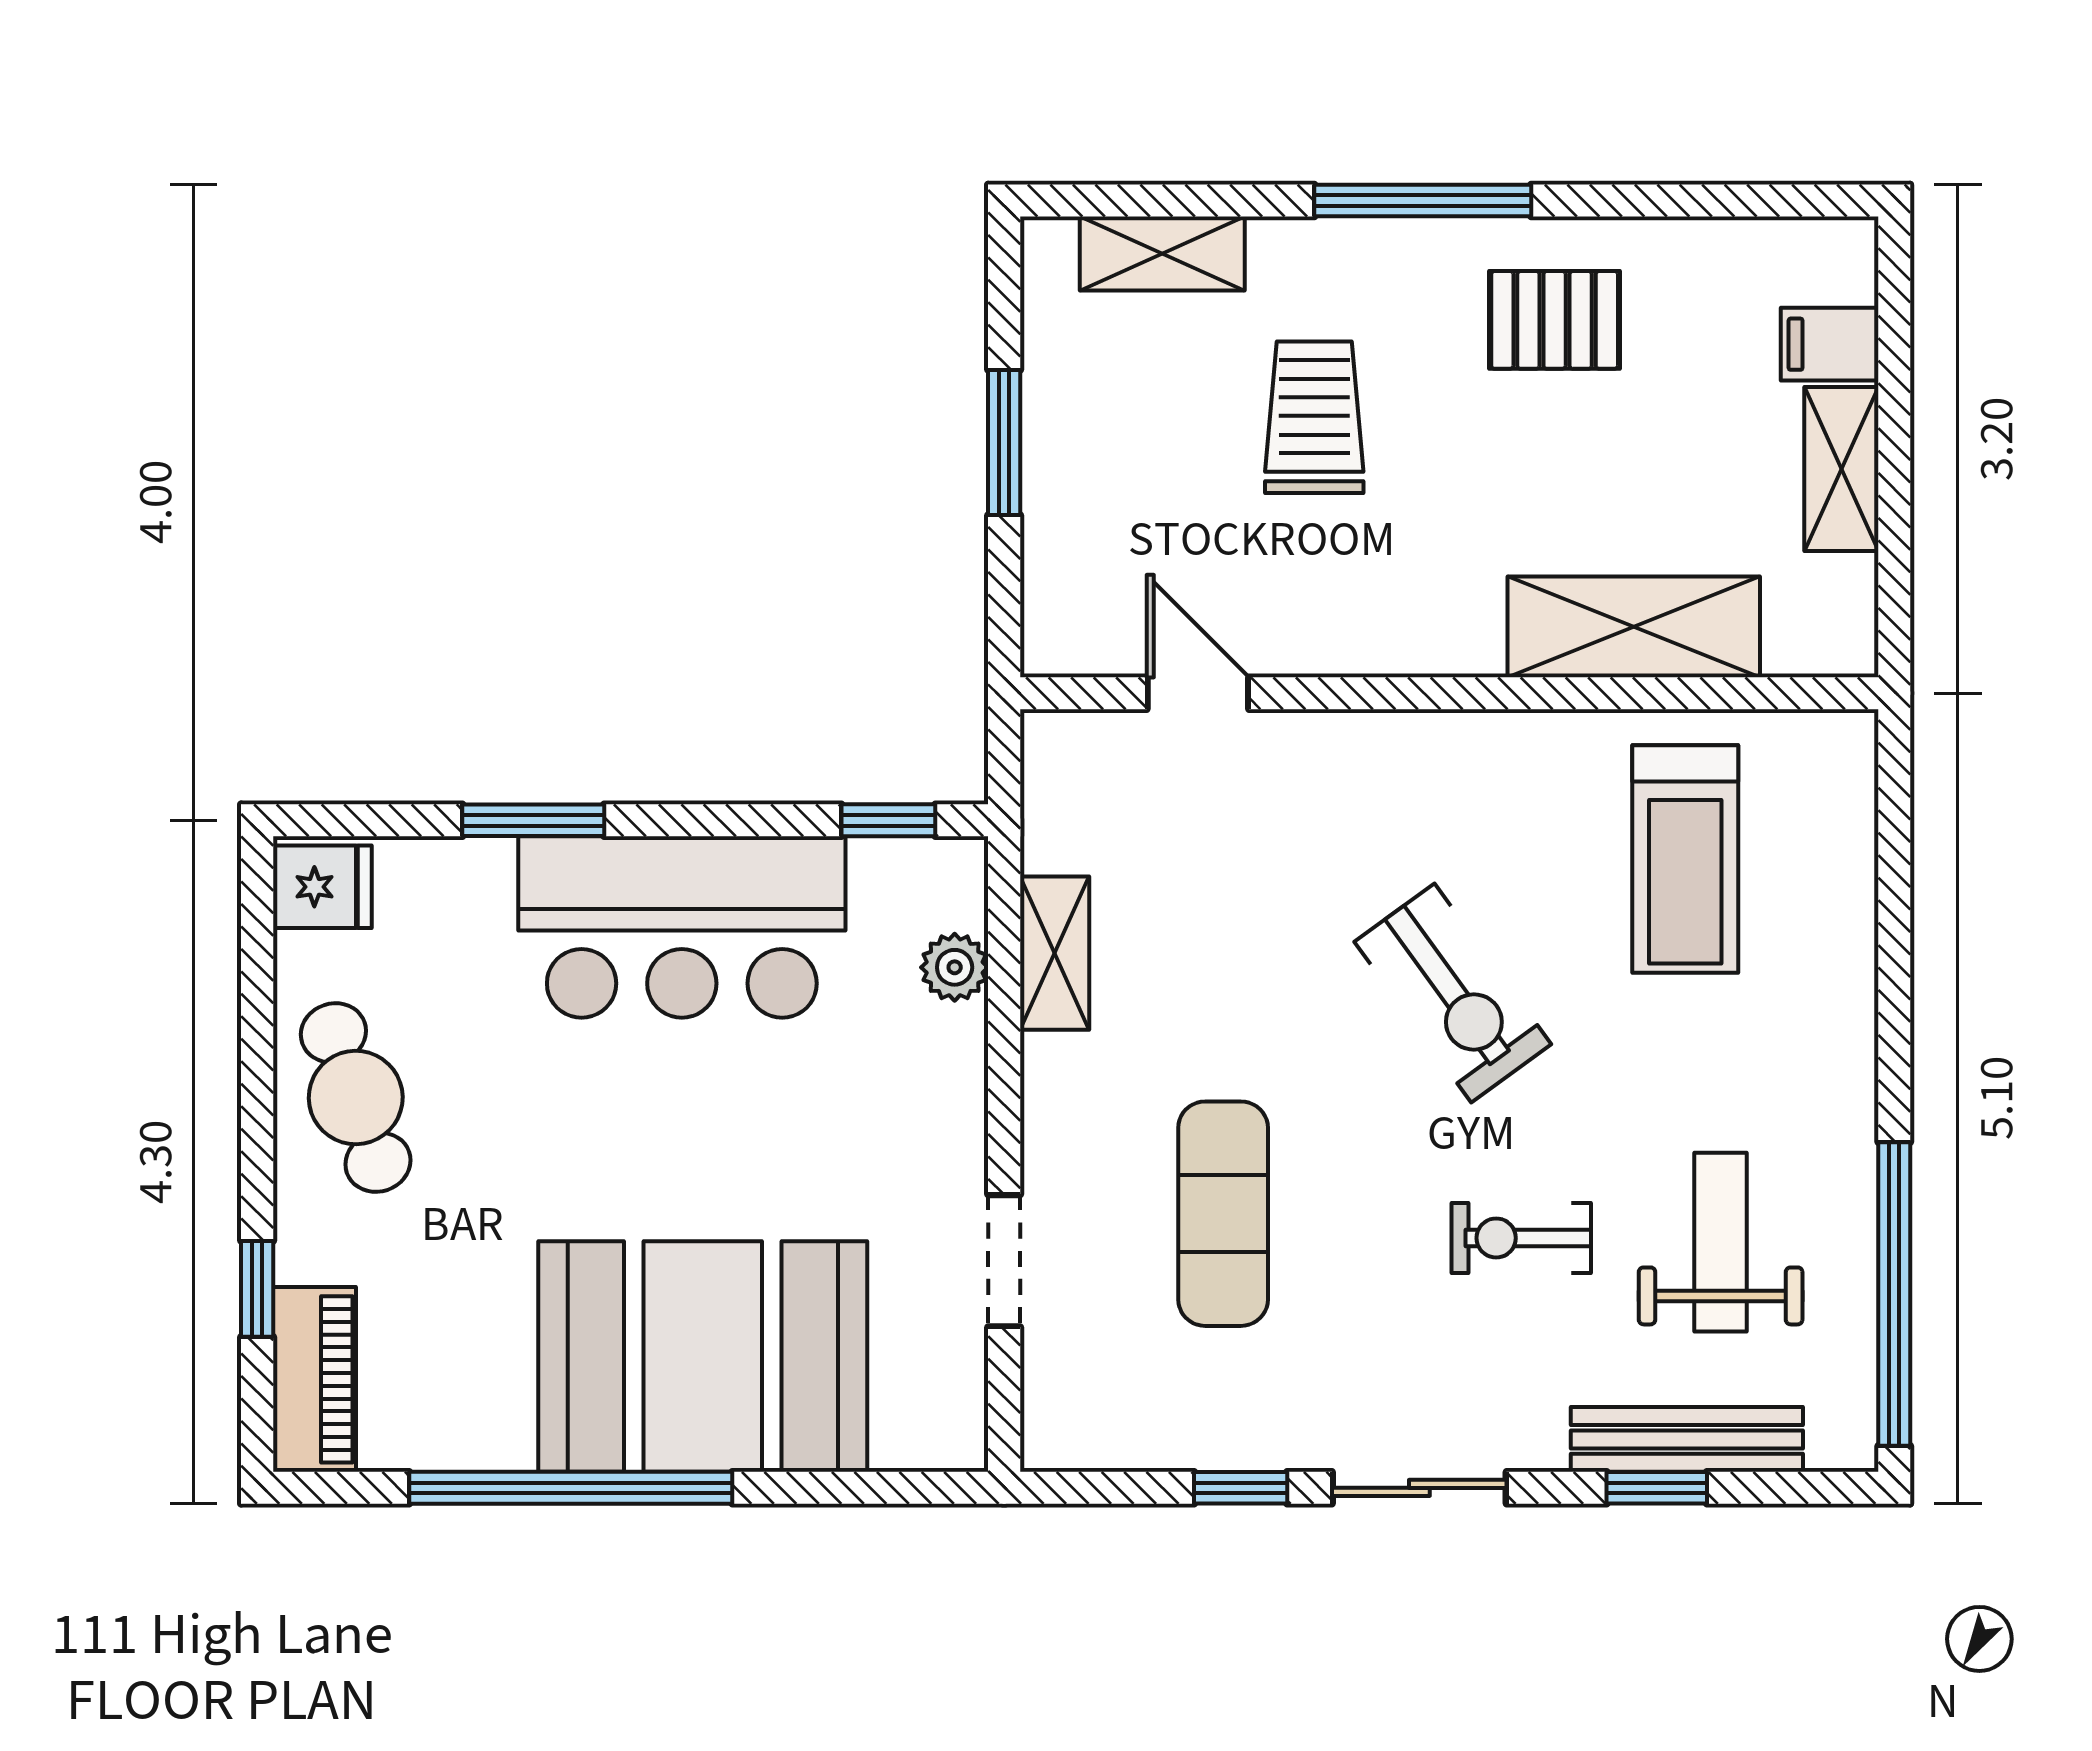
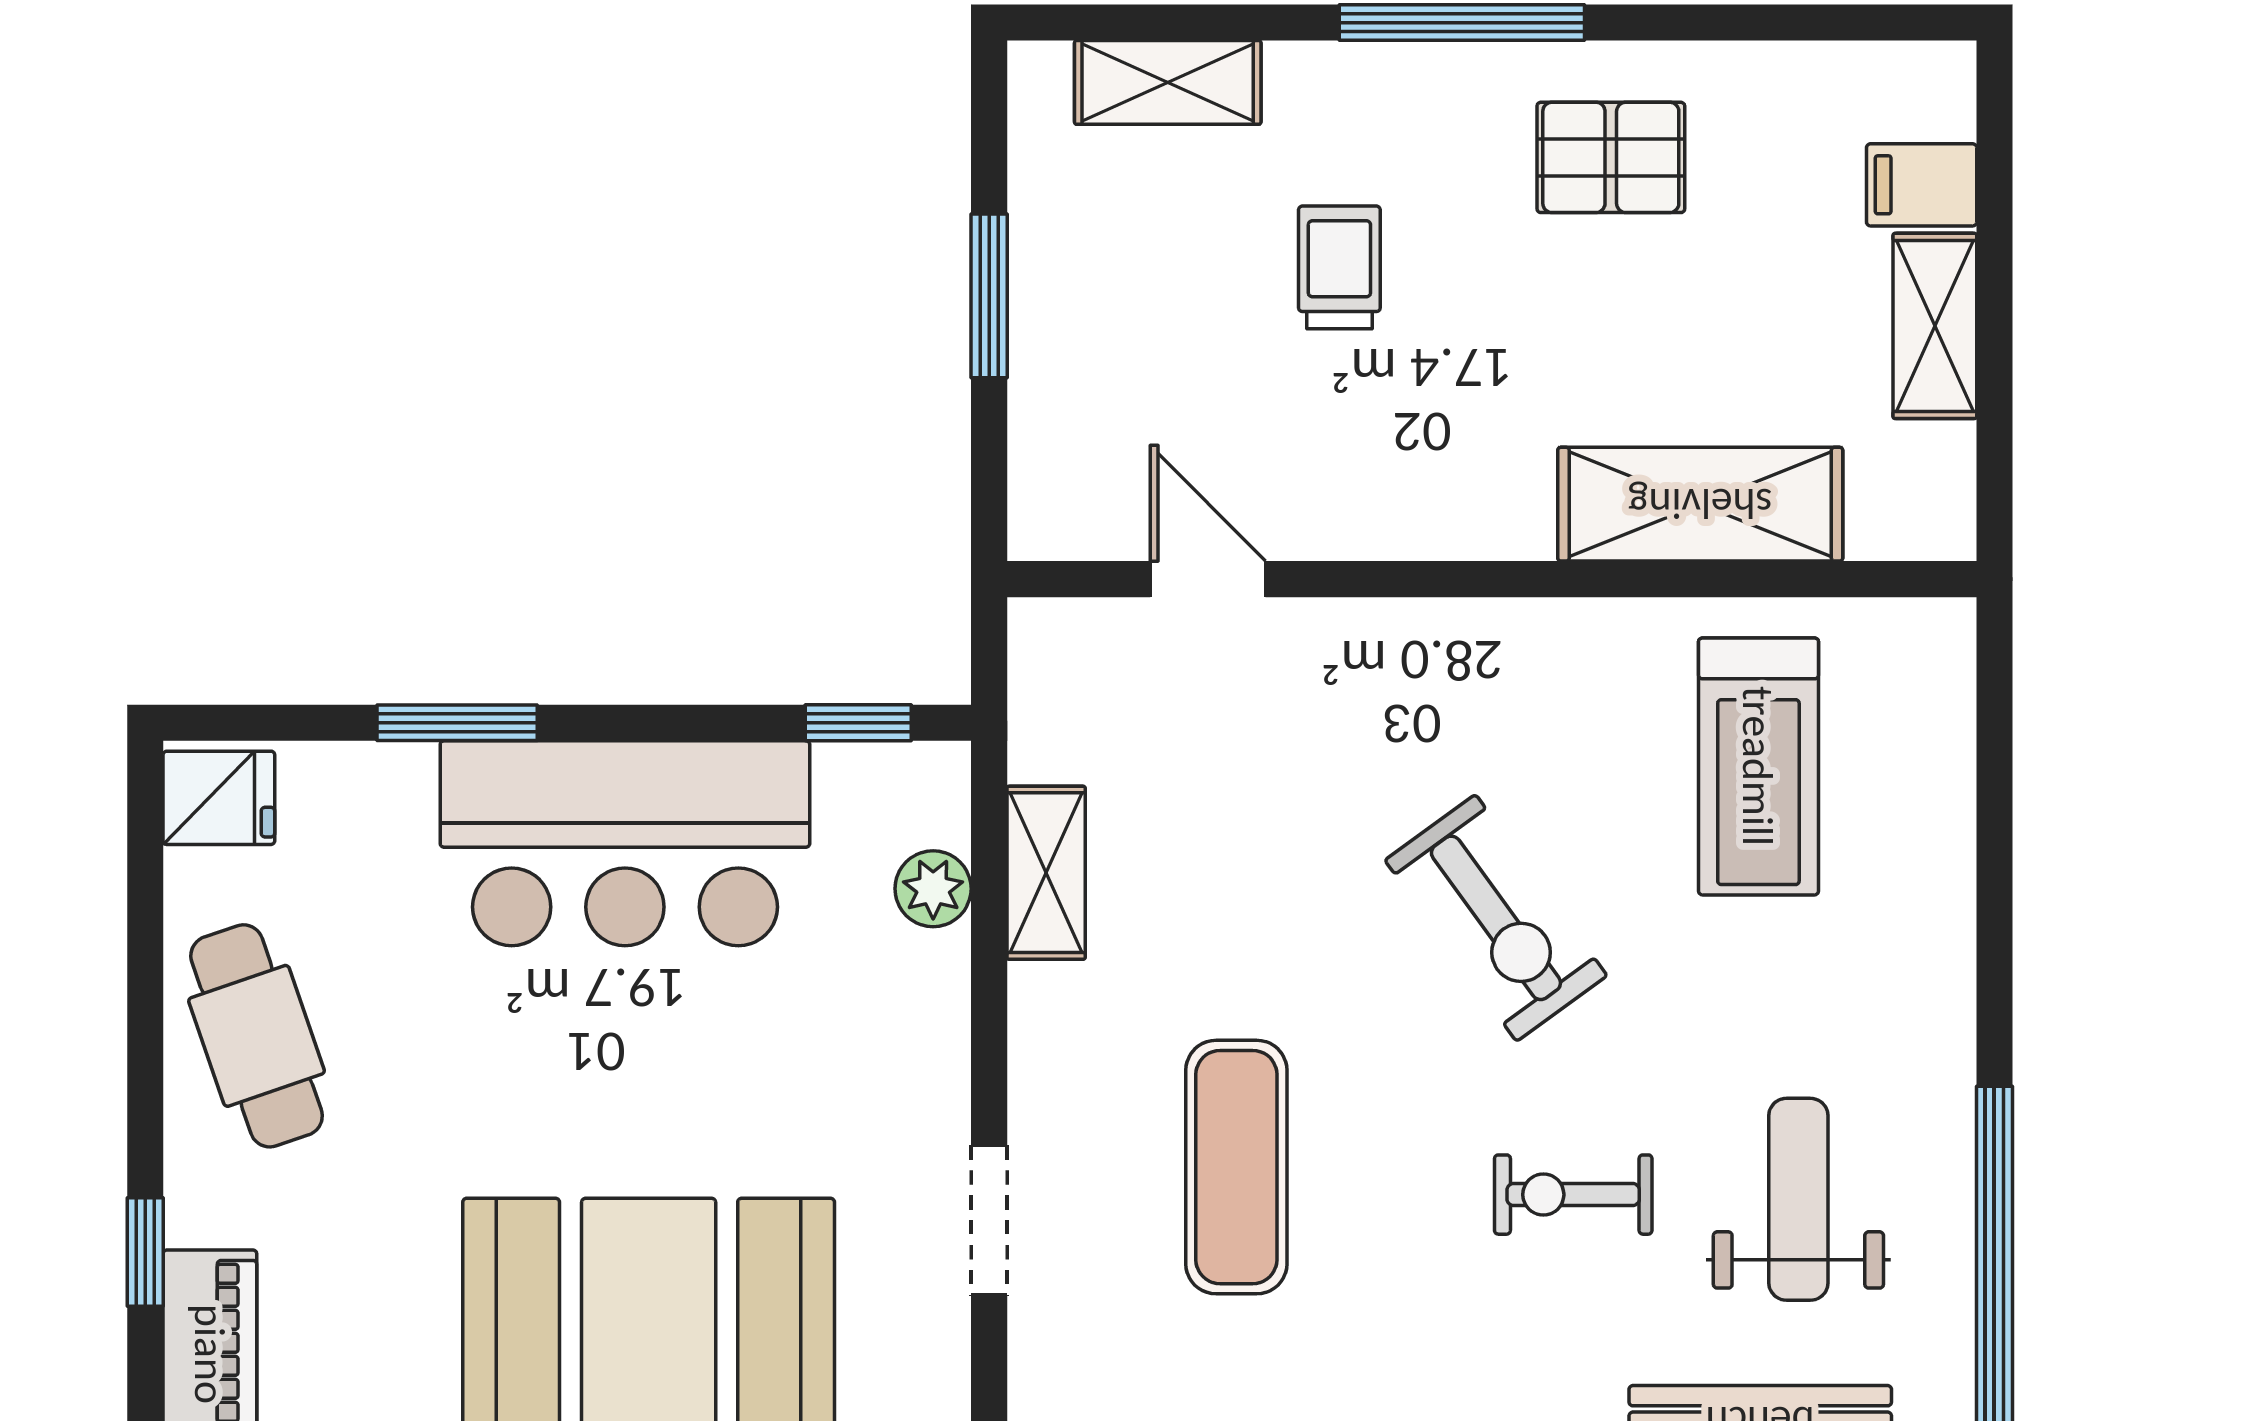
trolley: (1314, 417) -> (1339, 267), width x0.73, depth x0.72

